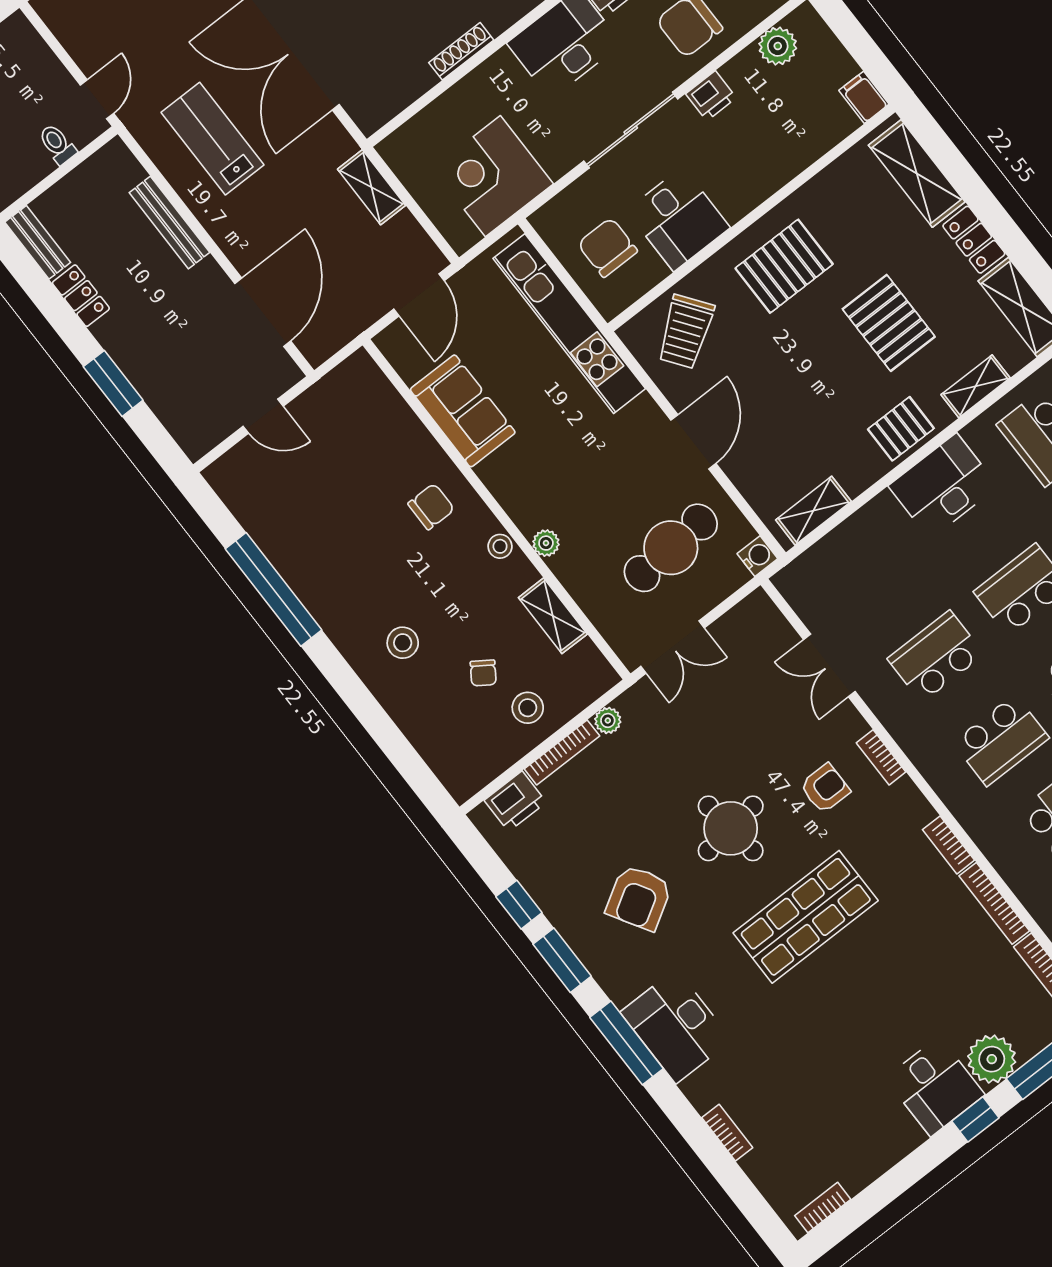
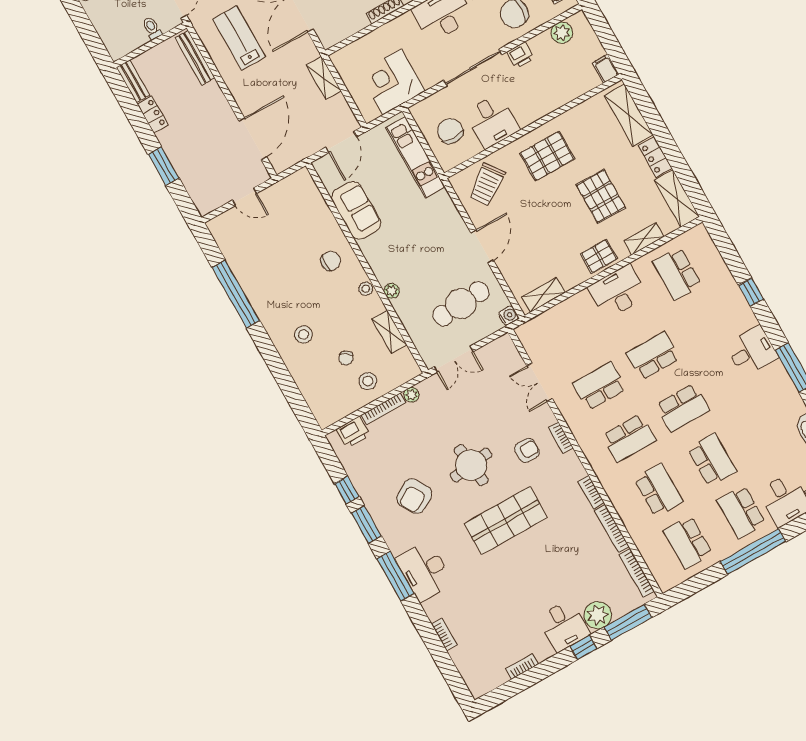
bench: (169, 223) -> (195, 58), moved
kitchen unit: (569, 324) -> (415, 157), width x0.73
bookcase: (823, 1208) -> (522, 667), moved

